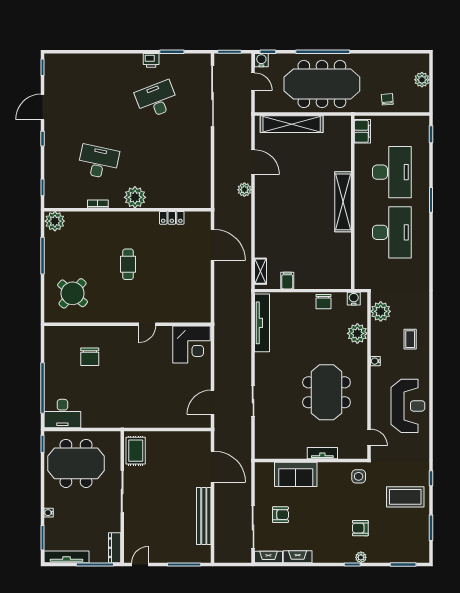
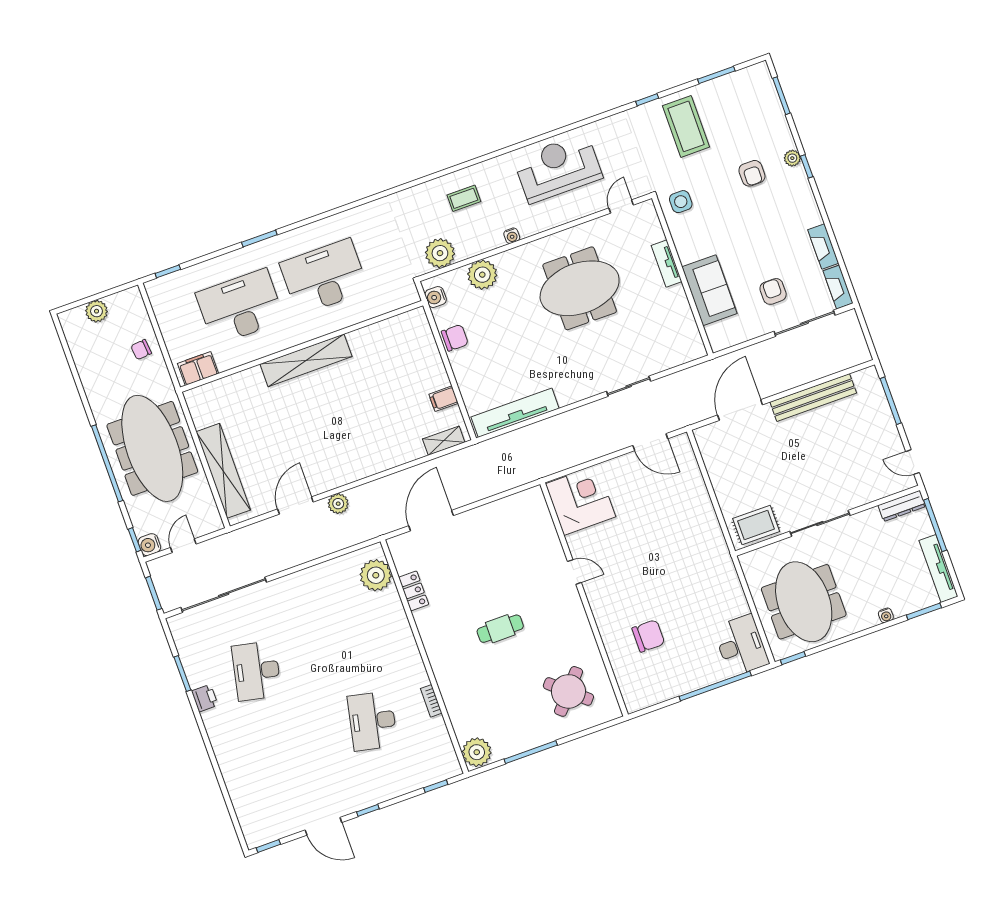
desk: (157, 100) -> (257, 671), turned 33
plant: (135, 197) -> (376, 575), moved

